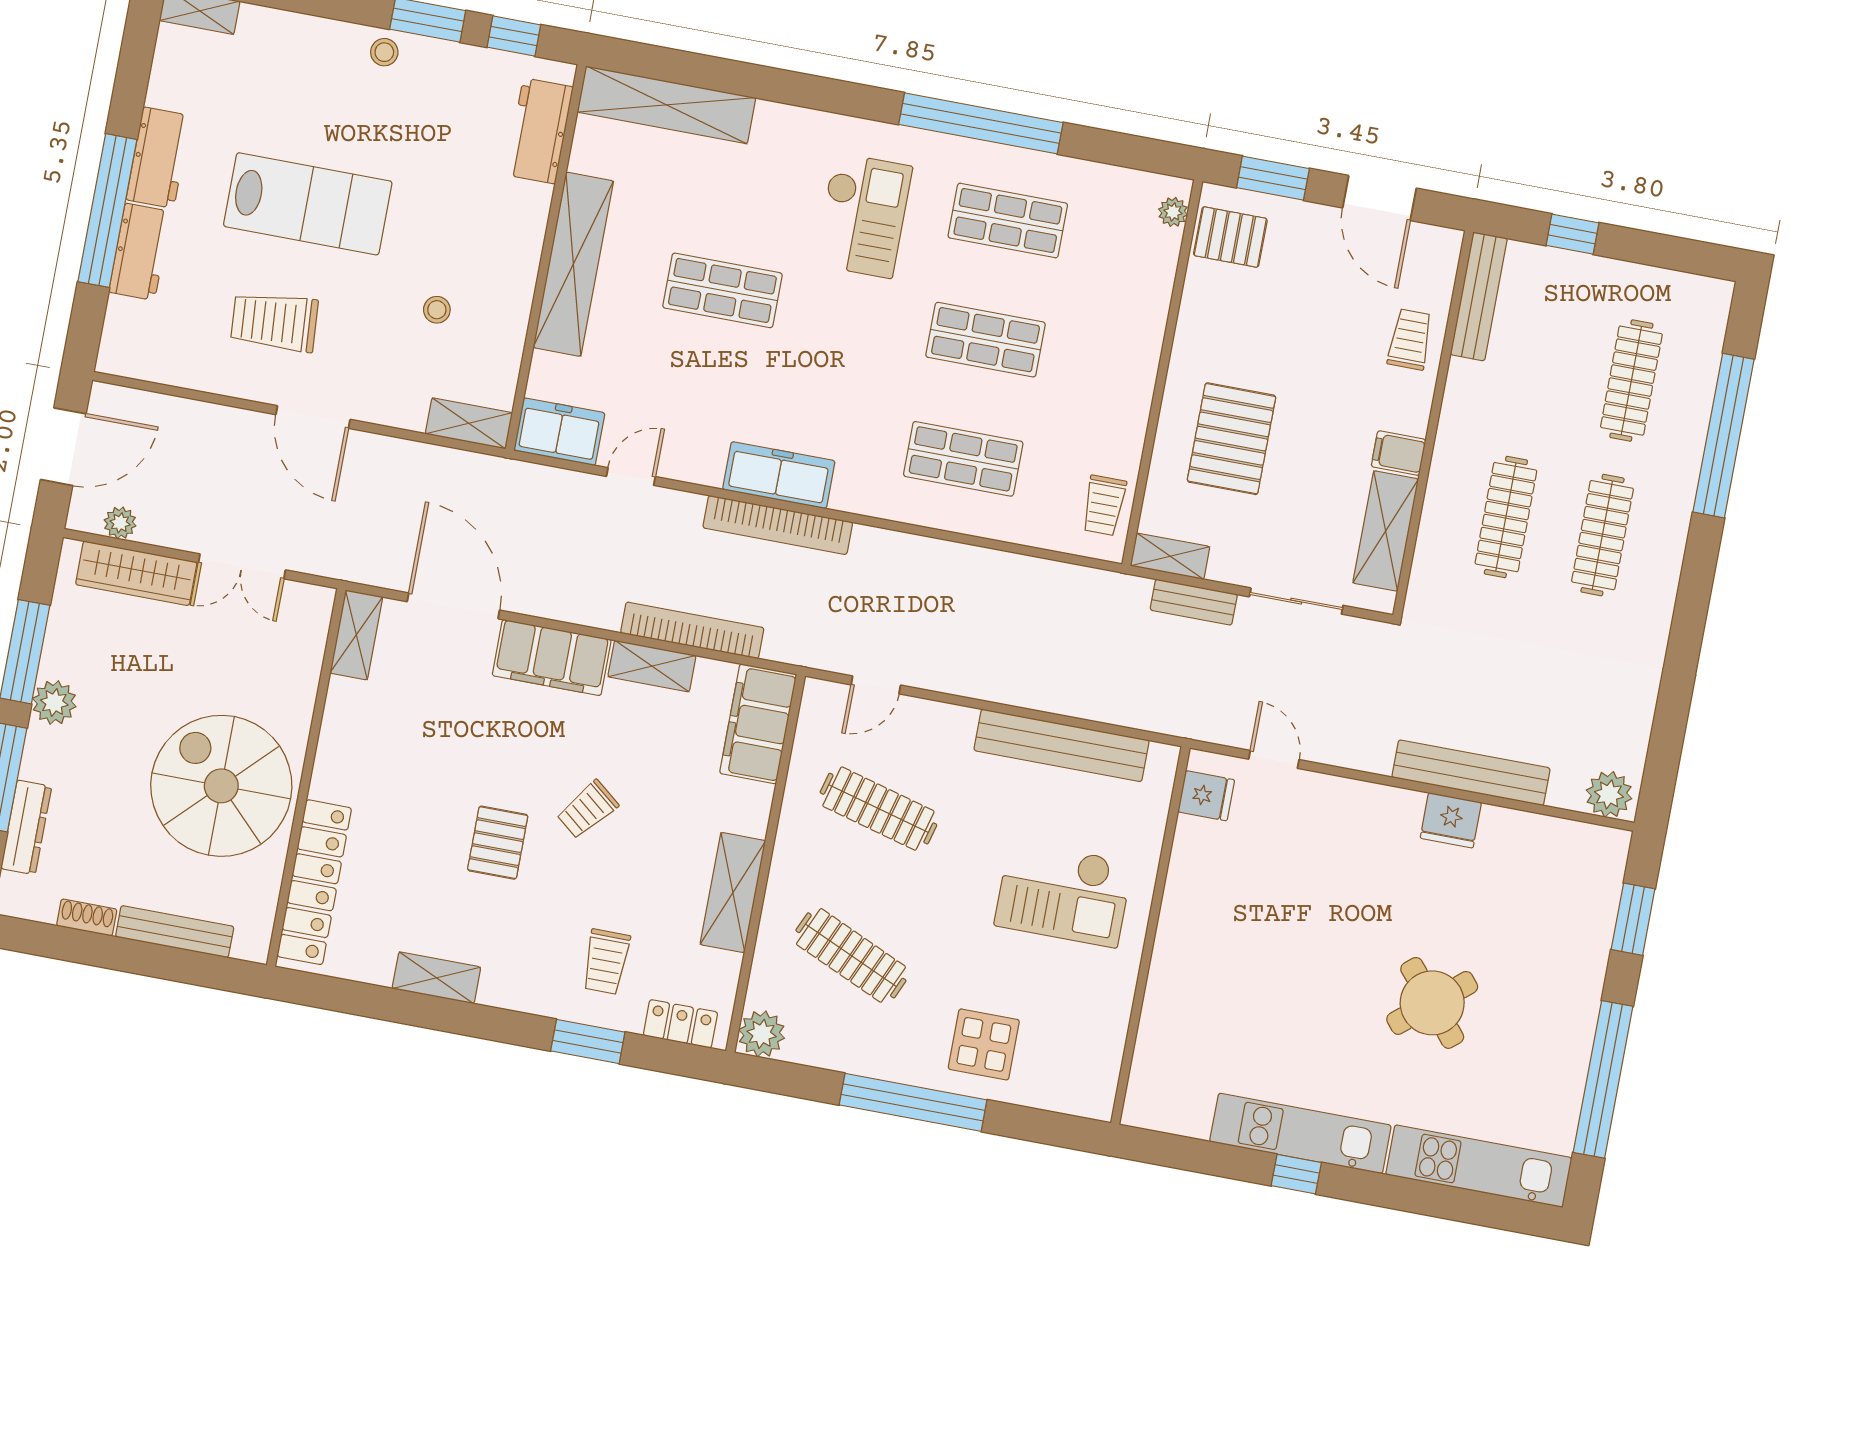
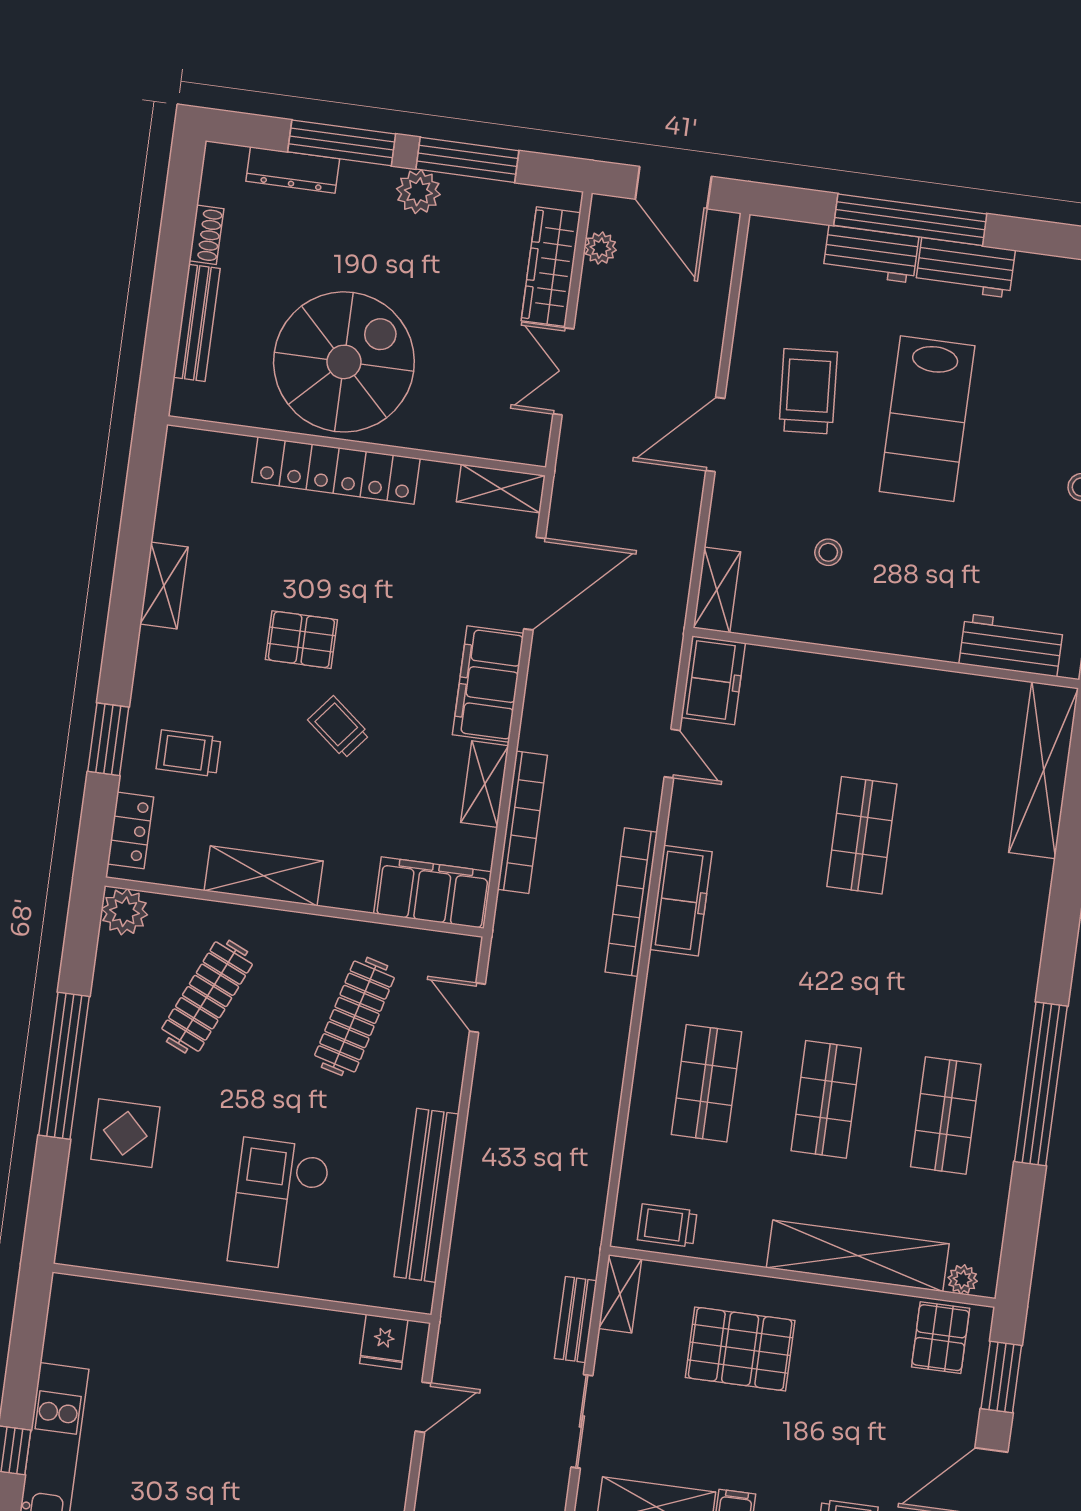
checkout: (863, 215) -> (944, 971), removed
shelving: (573, 264) -> (858, 1256), moved
locker: (314, 882) -> (336, 470), moved

